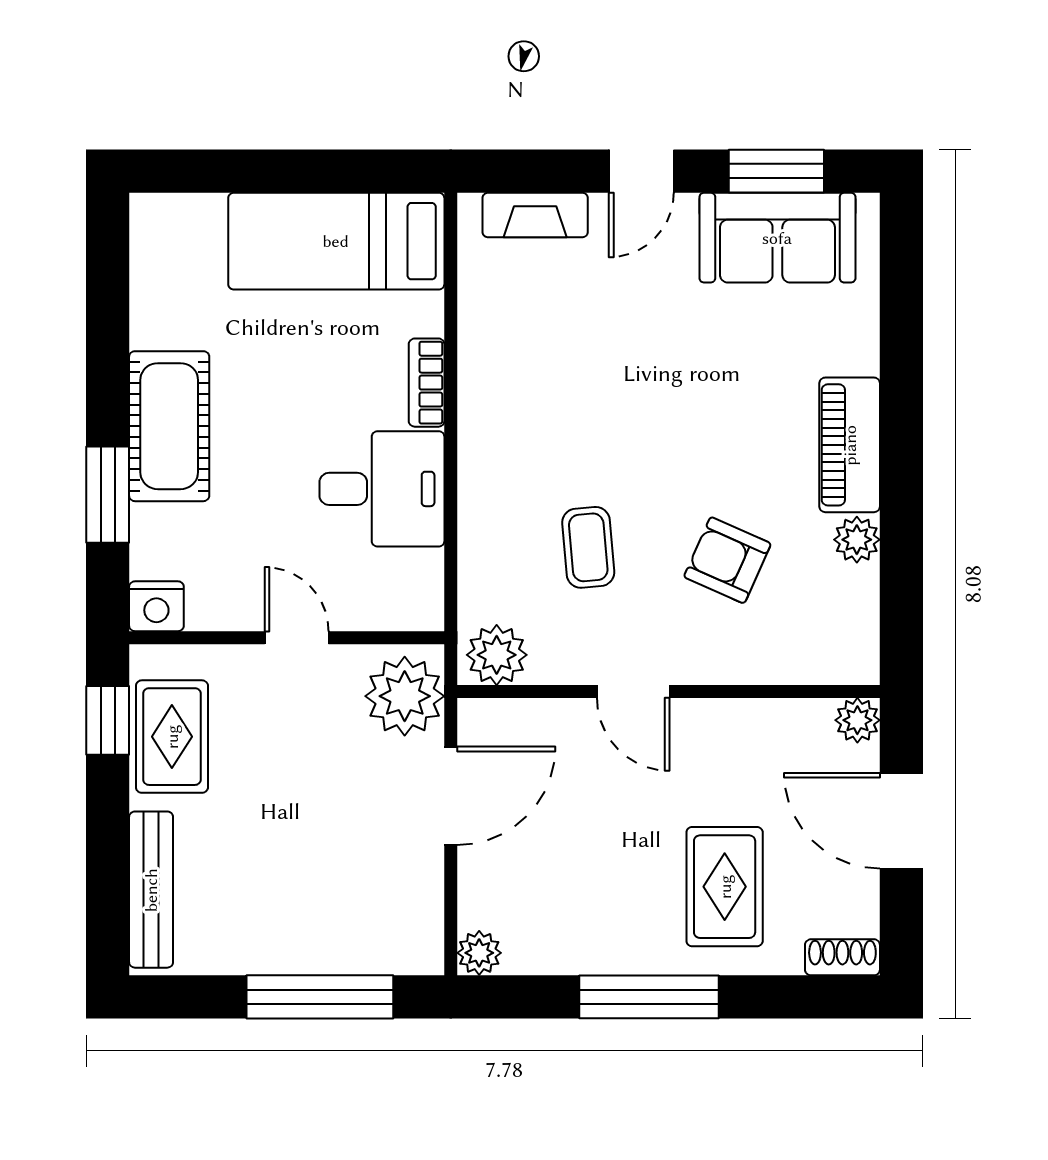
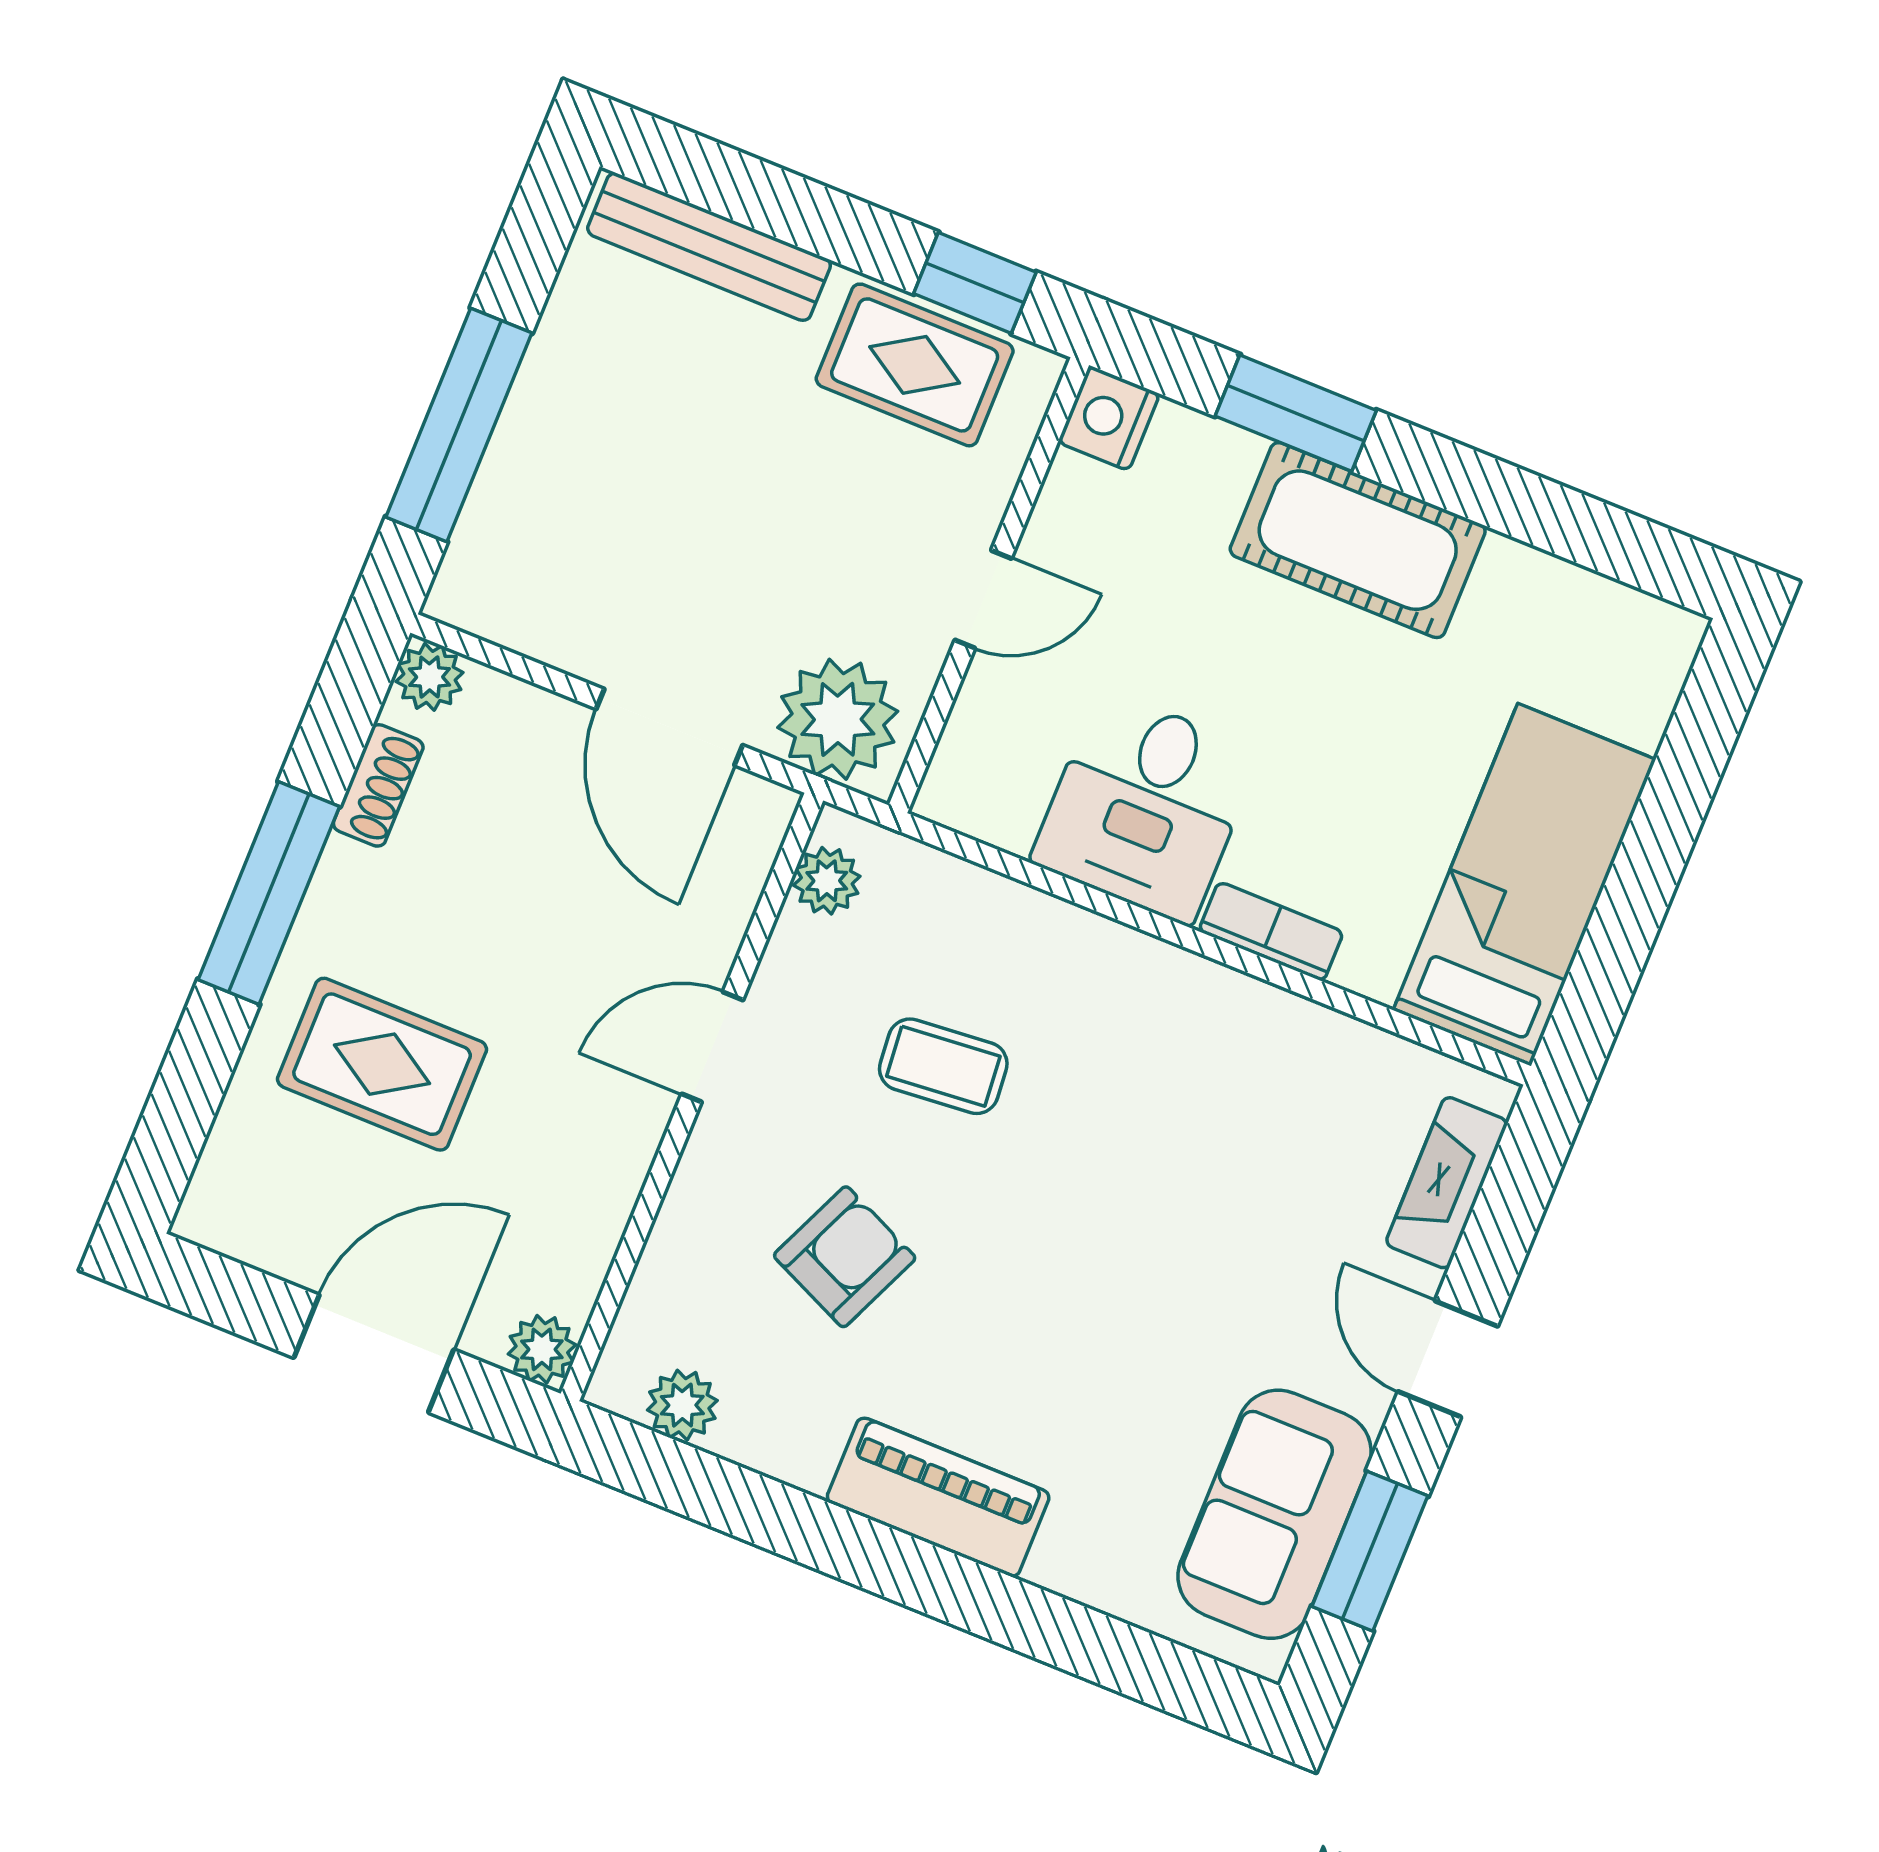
plant: (857, 540) -> (682, 1405), moved
plant: (497, 655) -> (827, 881), width x0.73, depth x0.73
shoe rack: (842, 957) -> (378, 785), moved

